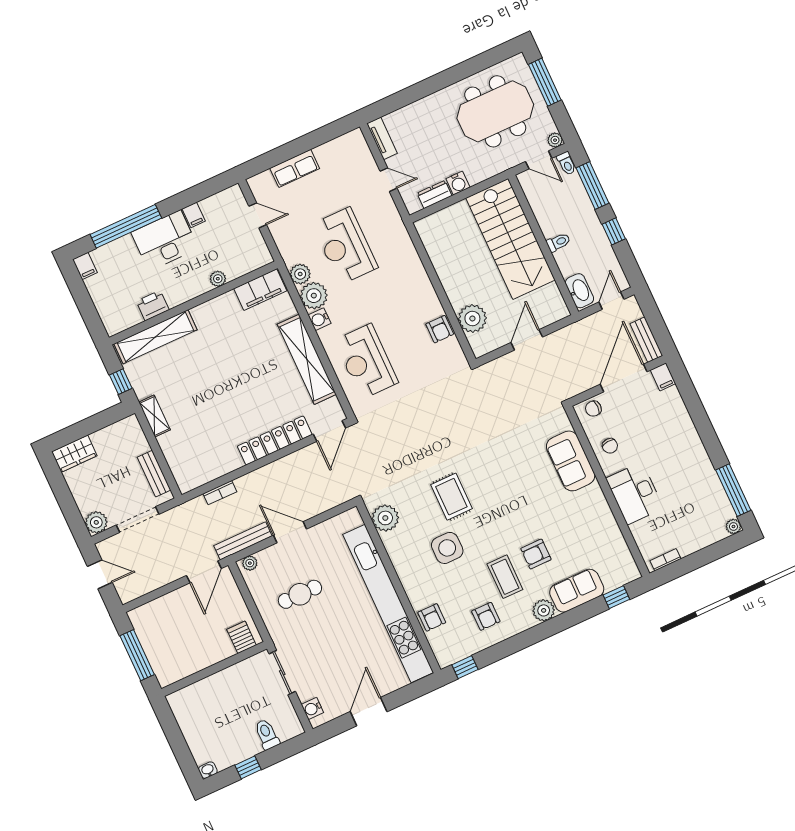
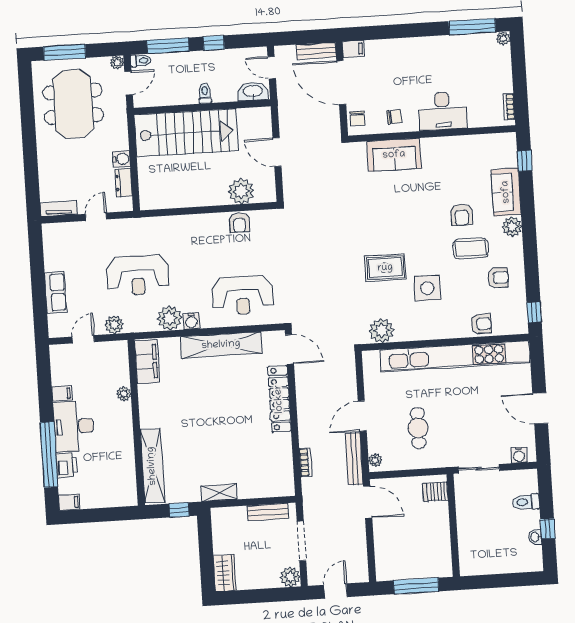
plant: (300, 274) -> (114, 325), moved
printer: (153, 305) -> (67, 465), moved, turned 180
armchair: (440, 329) -> (239, 222), turned 90
washbasin: (208, 770) -> (535, 537), moved

